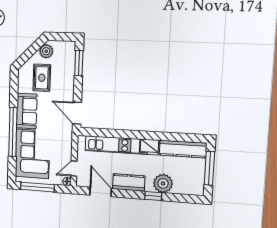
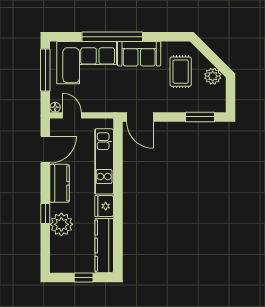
rug: (42, 78) -> (181, 72), turned 90
door: (77, 113) -> (140, 117), swing flipped
window: (209, 168) -> (84, 277), width x0.46

